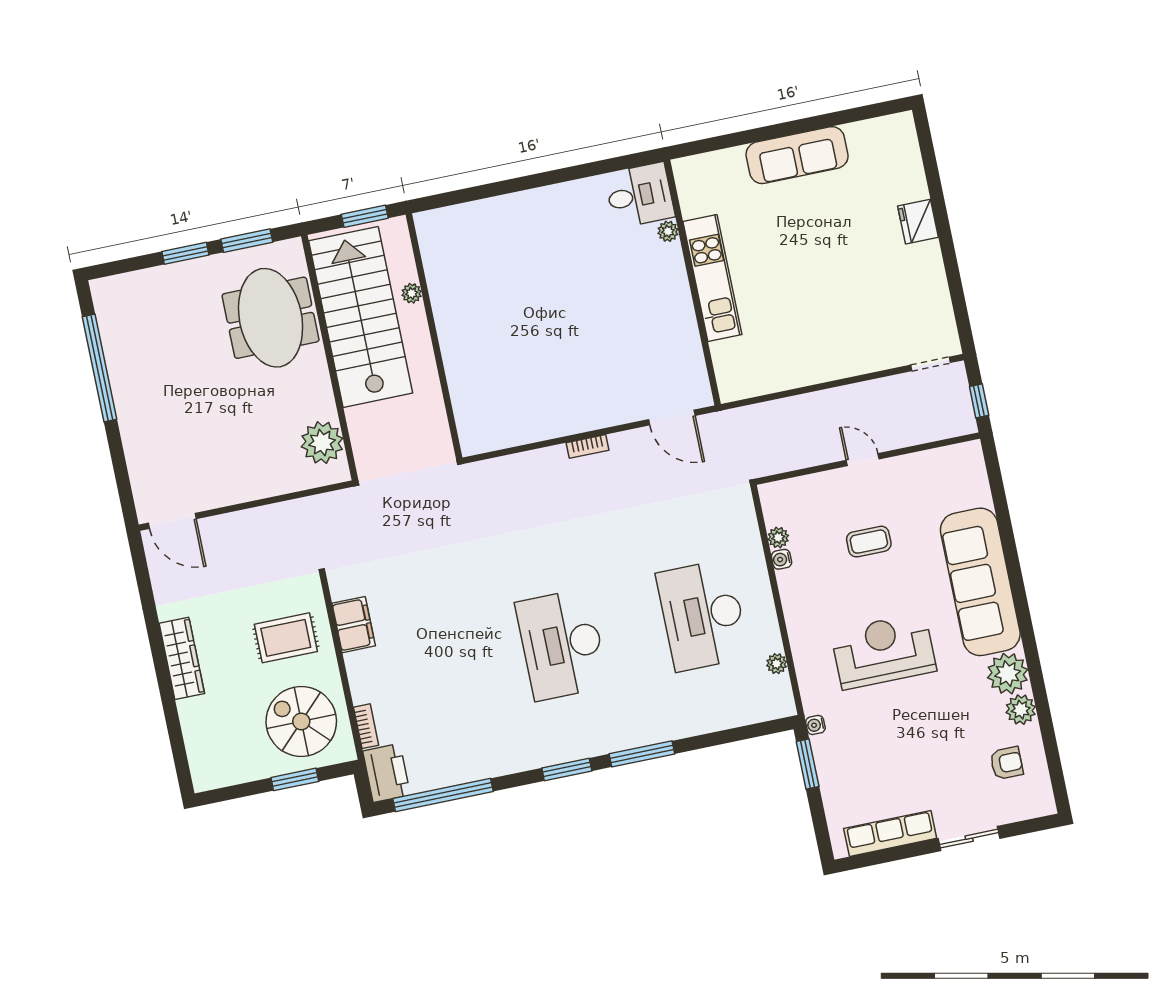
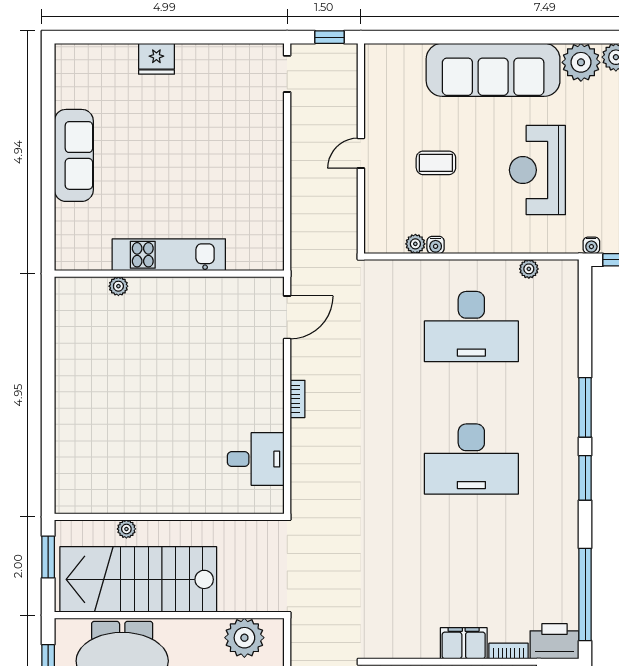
desk: (640, 195) -> (256, 459), moved, turned 90
coffee table: (869, 542) -> (436, 163), turned 90
filing cabinet: (354, 625) -> (464, 643), moved

